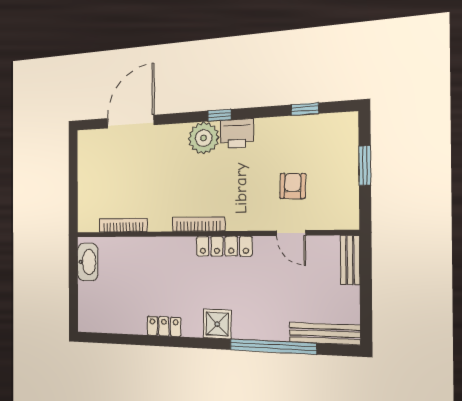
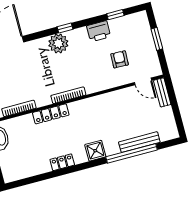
printer: (237, 134) -> (99, 31), moved
door: (291, 233) -> (143, 81), moved
locker: (224, 246) -> (51, 114), moved
bench: (324, 334) -> (139, 142), moved

